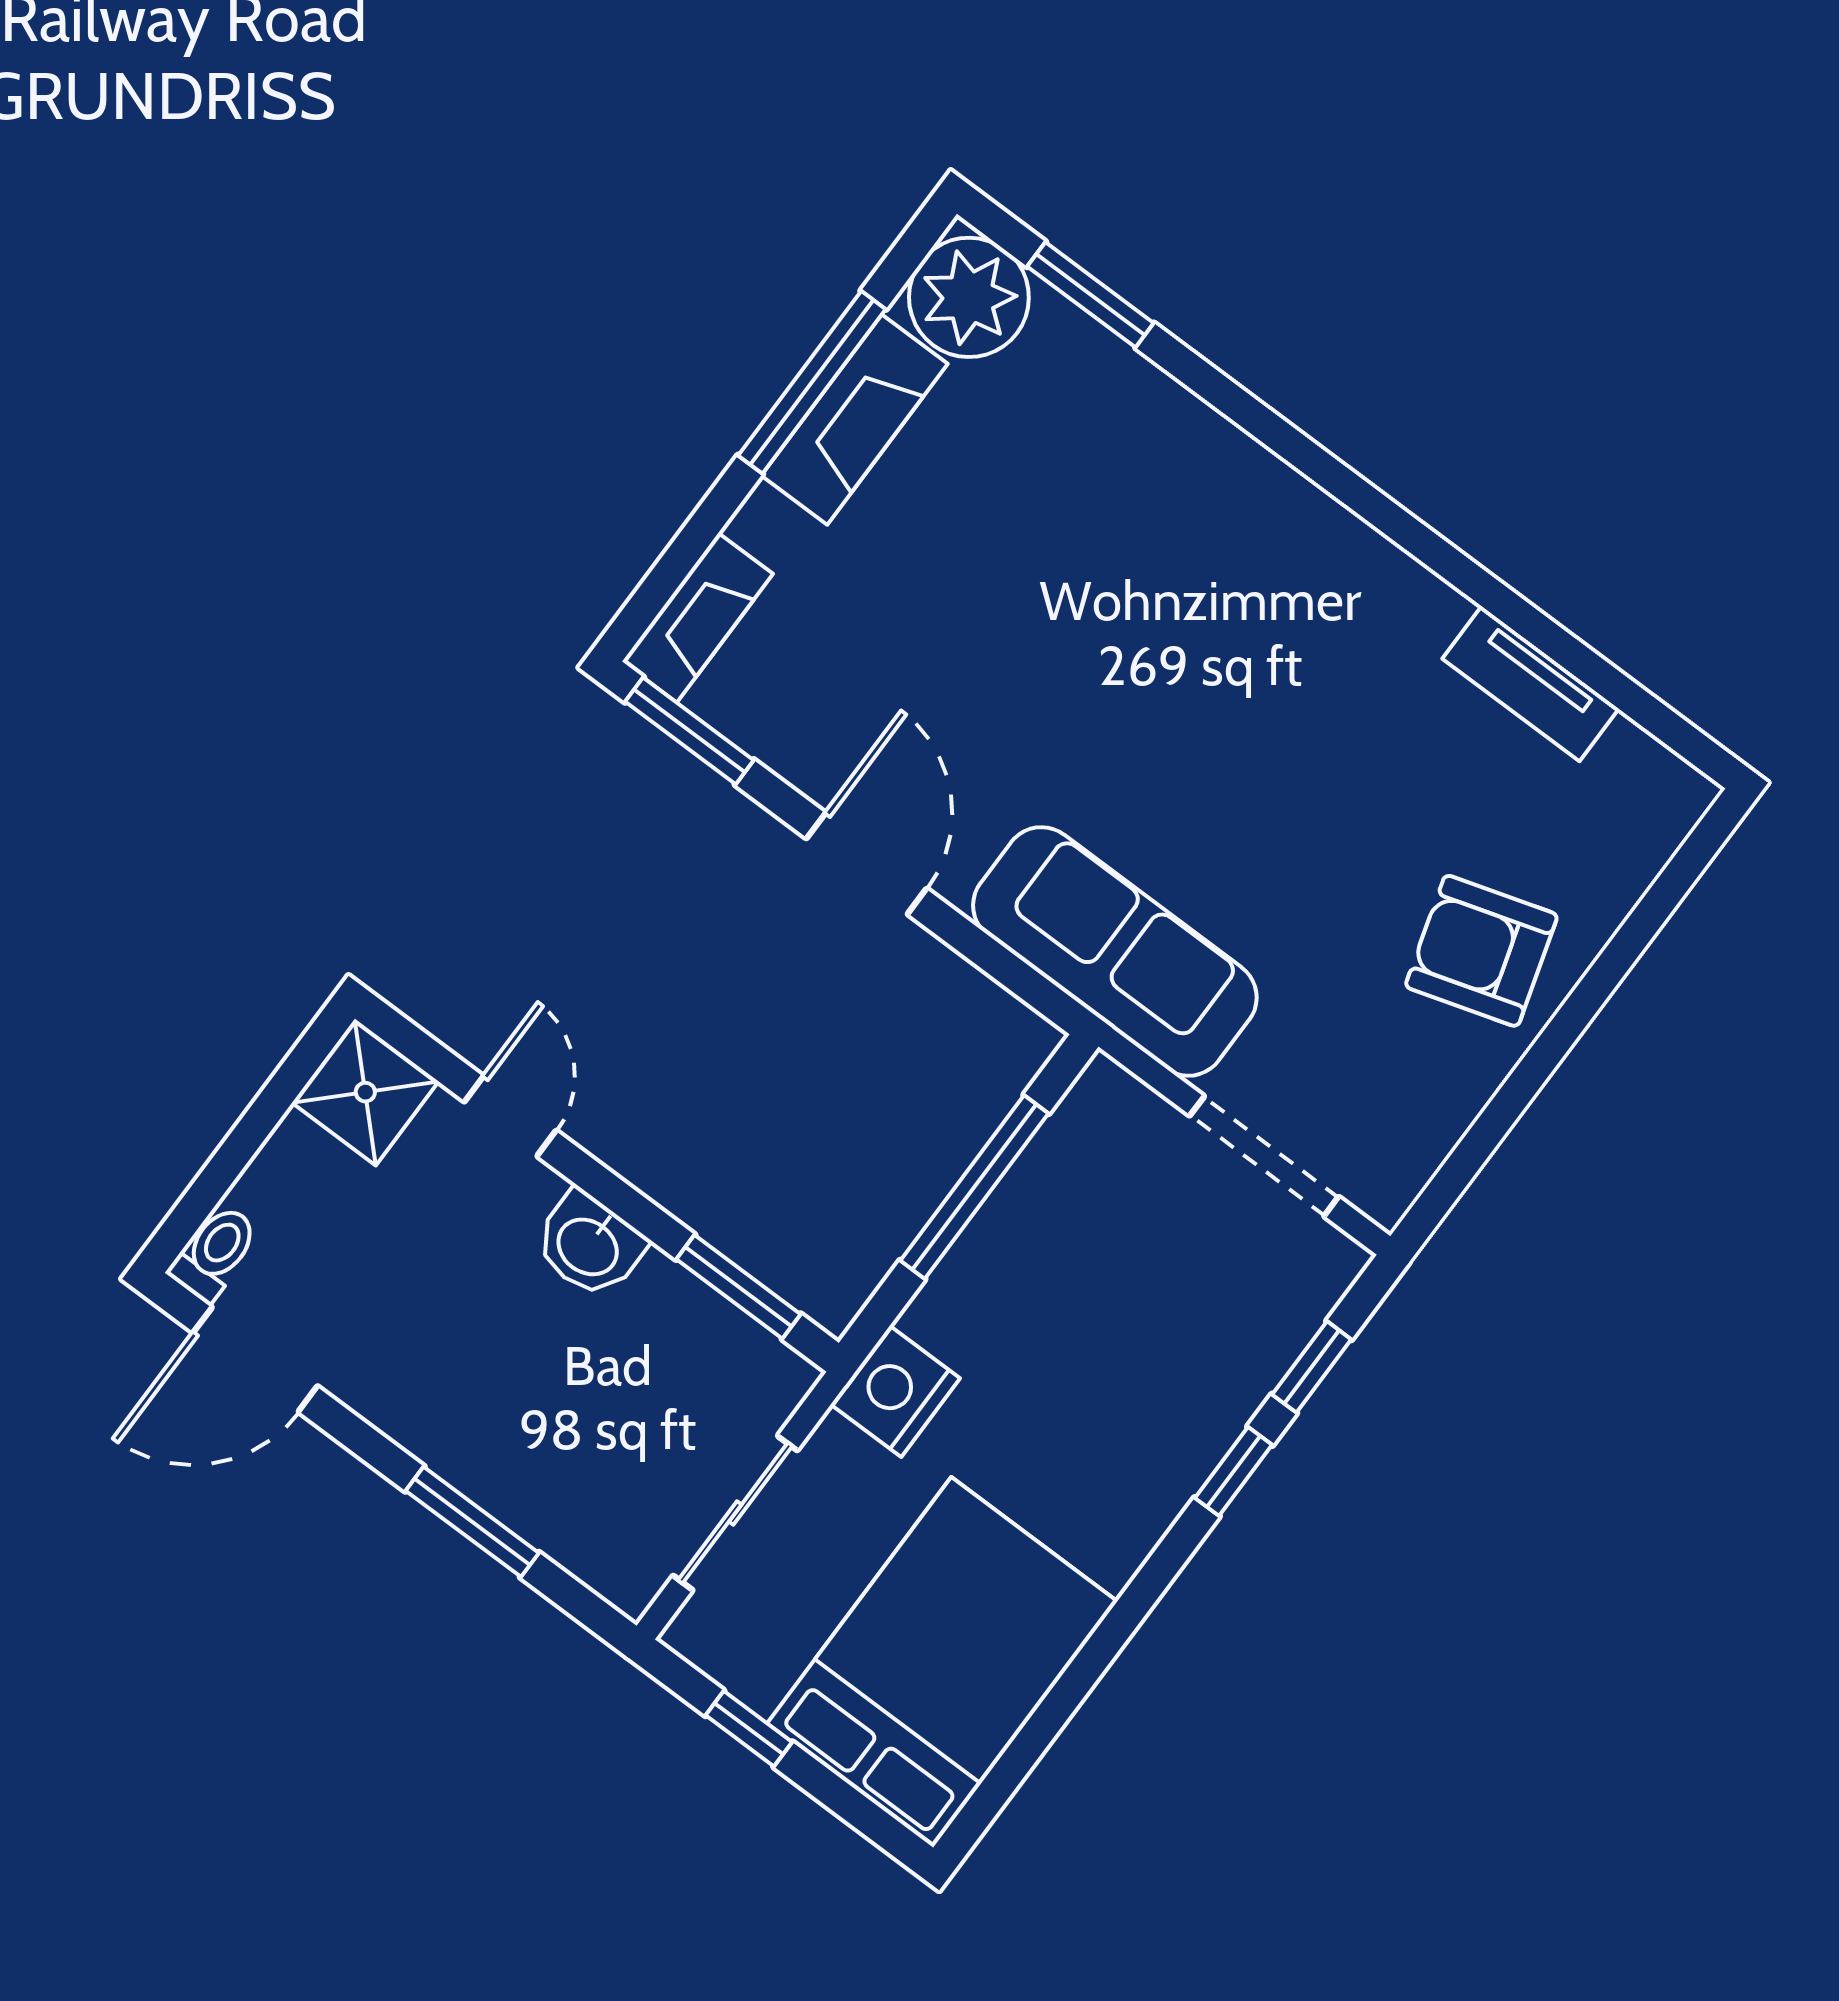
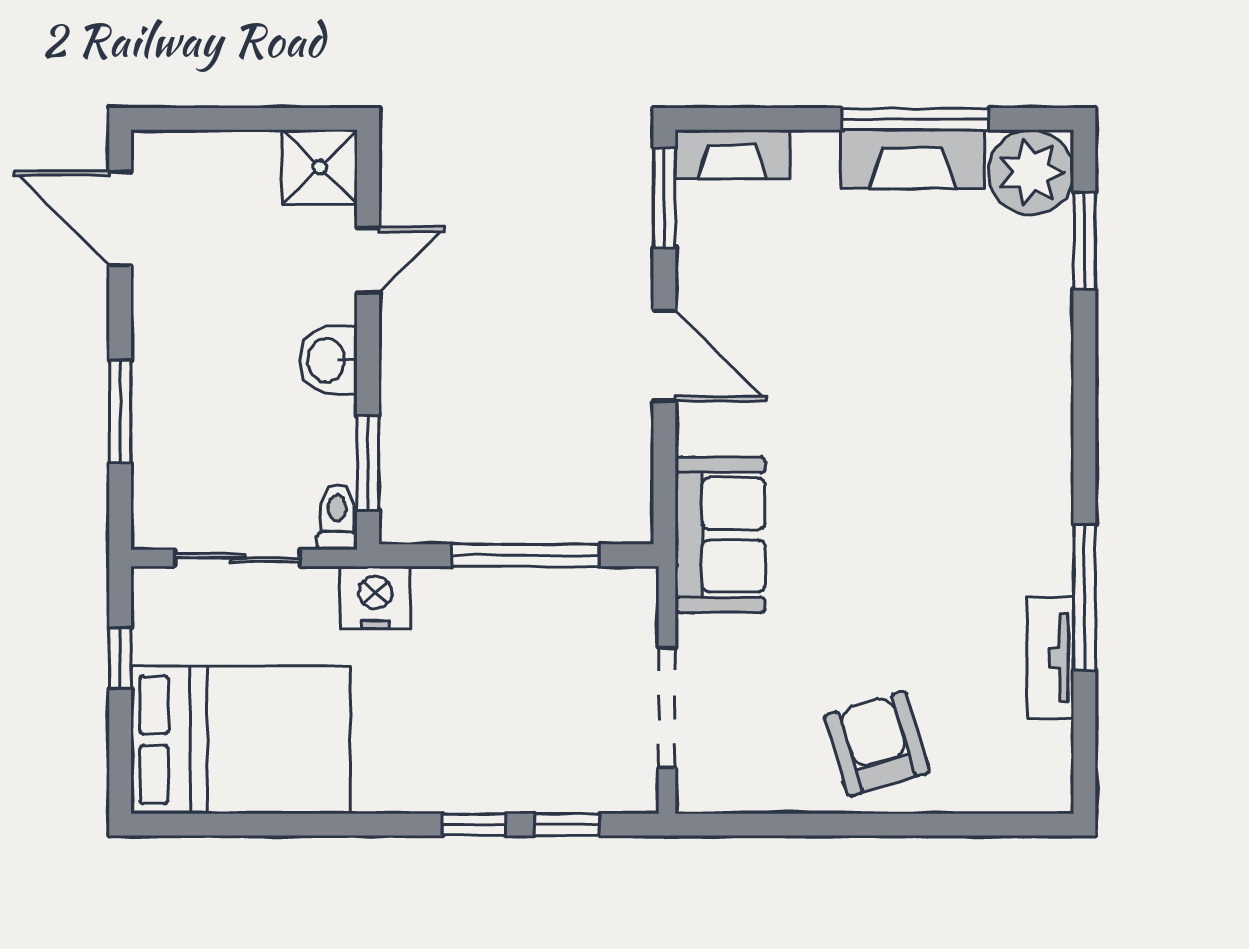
window: (1491, 595) -> (1084, 597), added
door: (867, 863) -> (664, 356), hinge flipped
sofa: (1115, 951) -> (720, 535), width x0.73
toilet: (215, 1253) -> (337, 517), moved, turned -90

